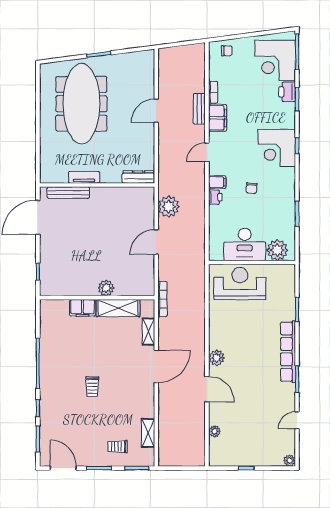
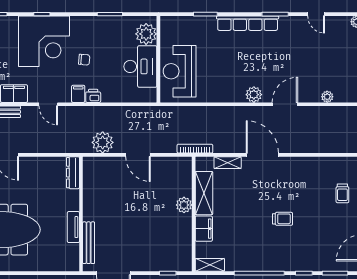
corner desk: (277, 148) -> (44, 41), width x1.36, depth x1.36
shelving: (148, 433) -> (210, 265), moved

